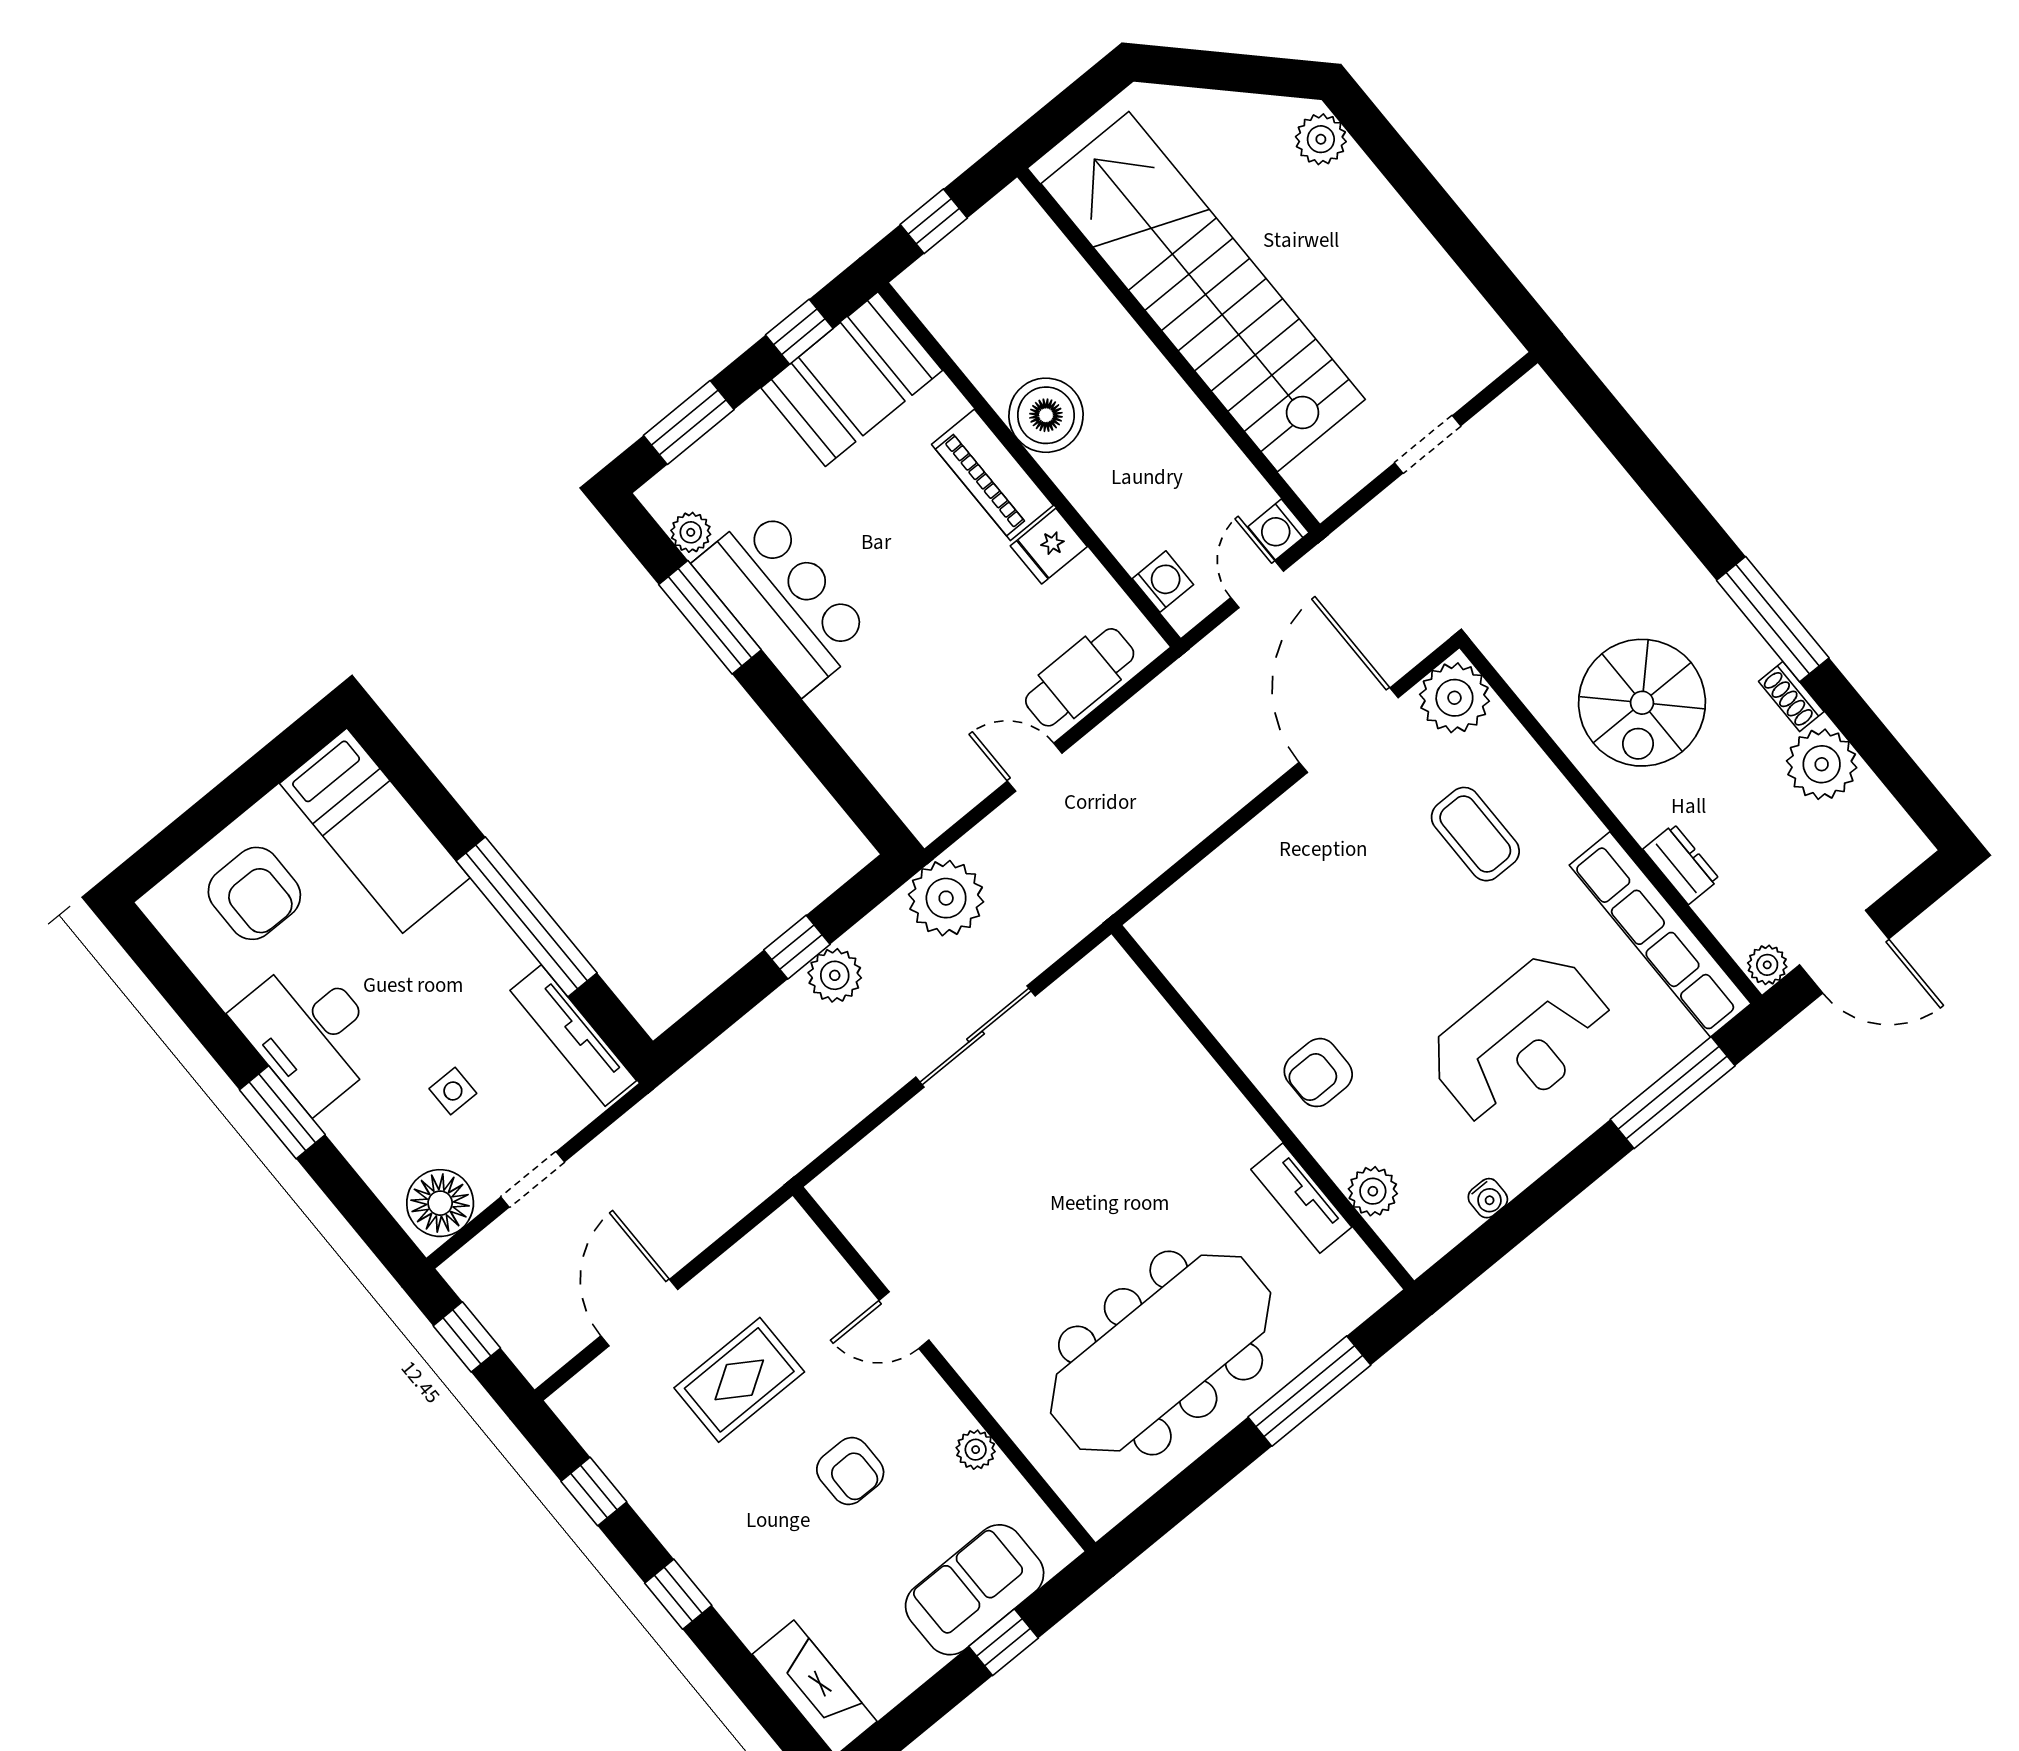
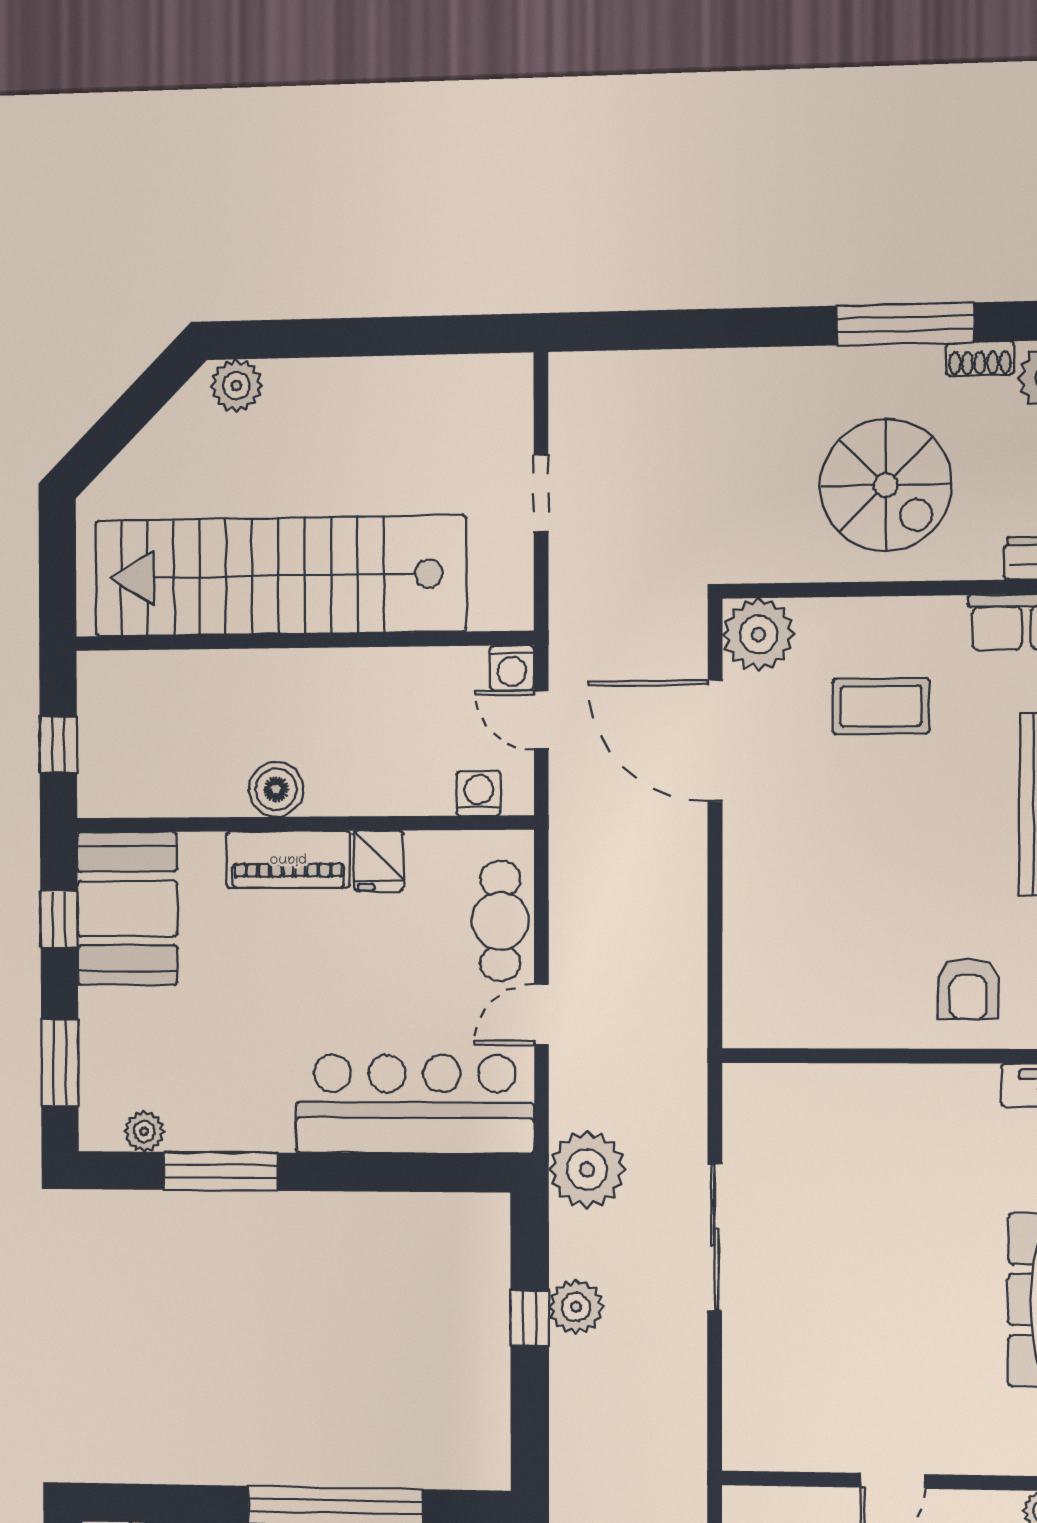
boiler: (1046, 415) -> (276, 789), width x0.73, depth x0.73
bar counter: (783, 600) -> (415, 1104), moved, width x1.36

